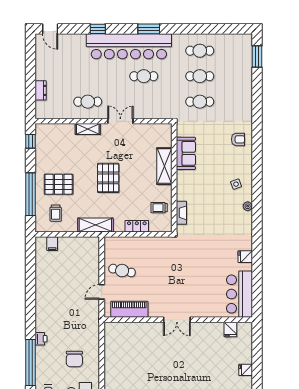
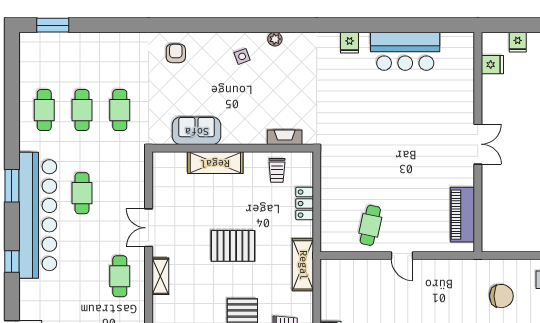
piano: (129, 309) -> (462, 215), moved
double door: (177, 320) -> (478, 144), moved
wall: (178, 320) -> (478, 142), moved
fridge: (230, 329) -> (492, 65), moved

